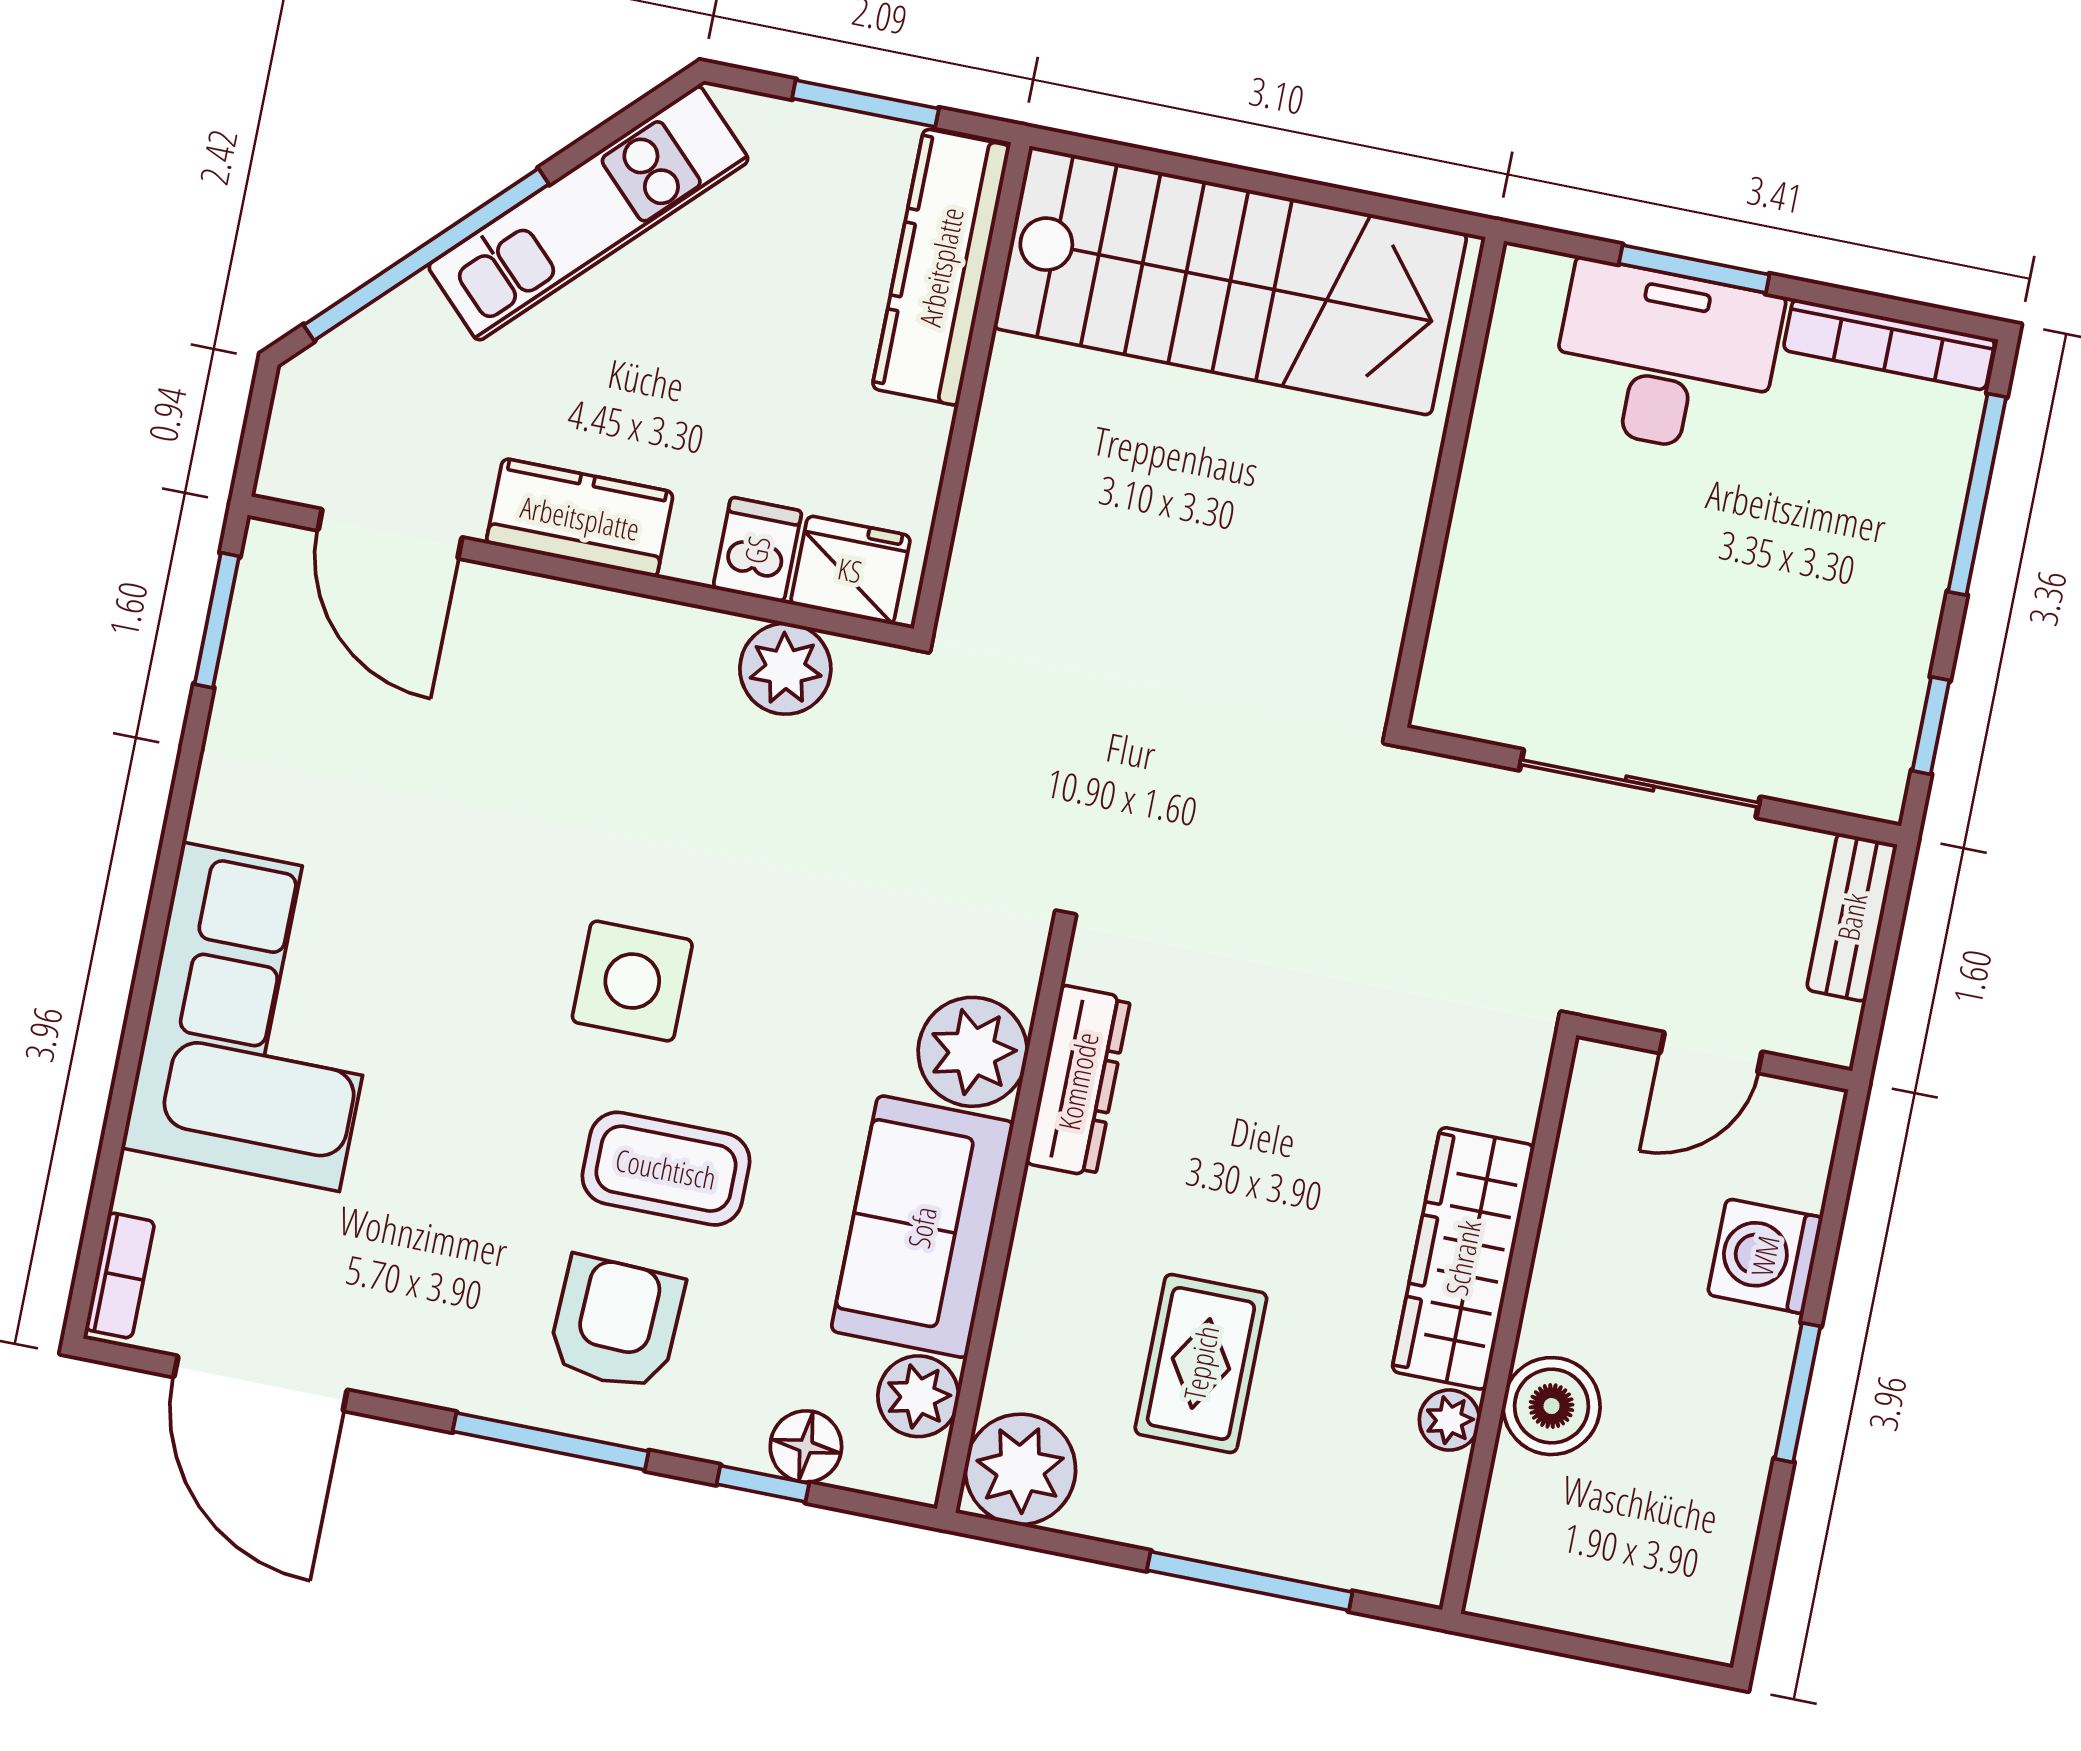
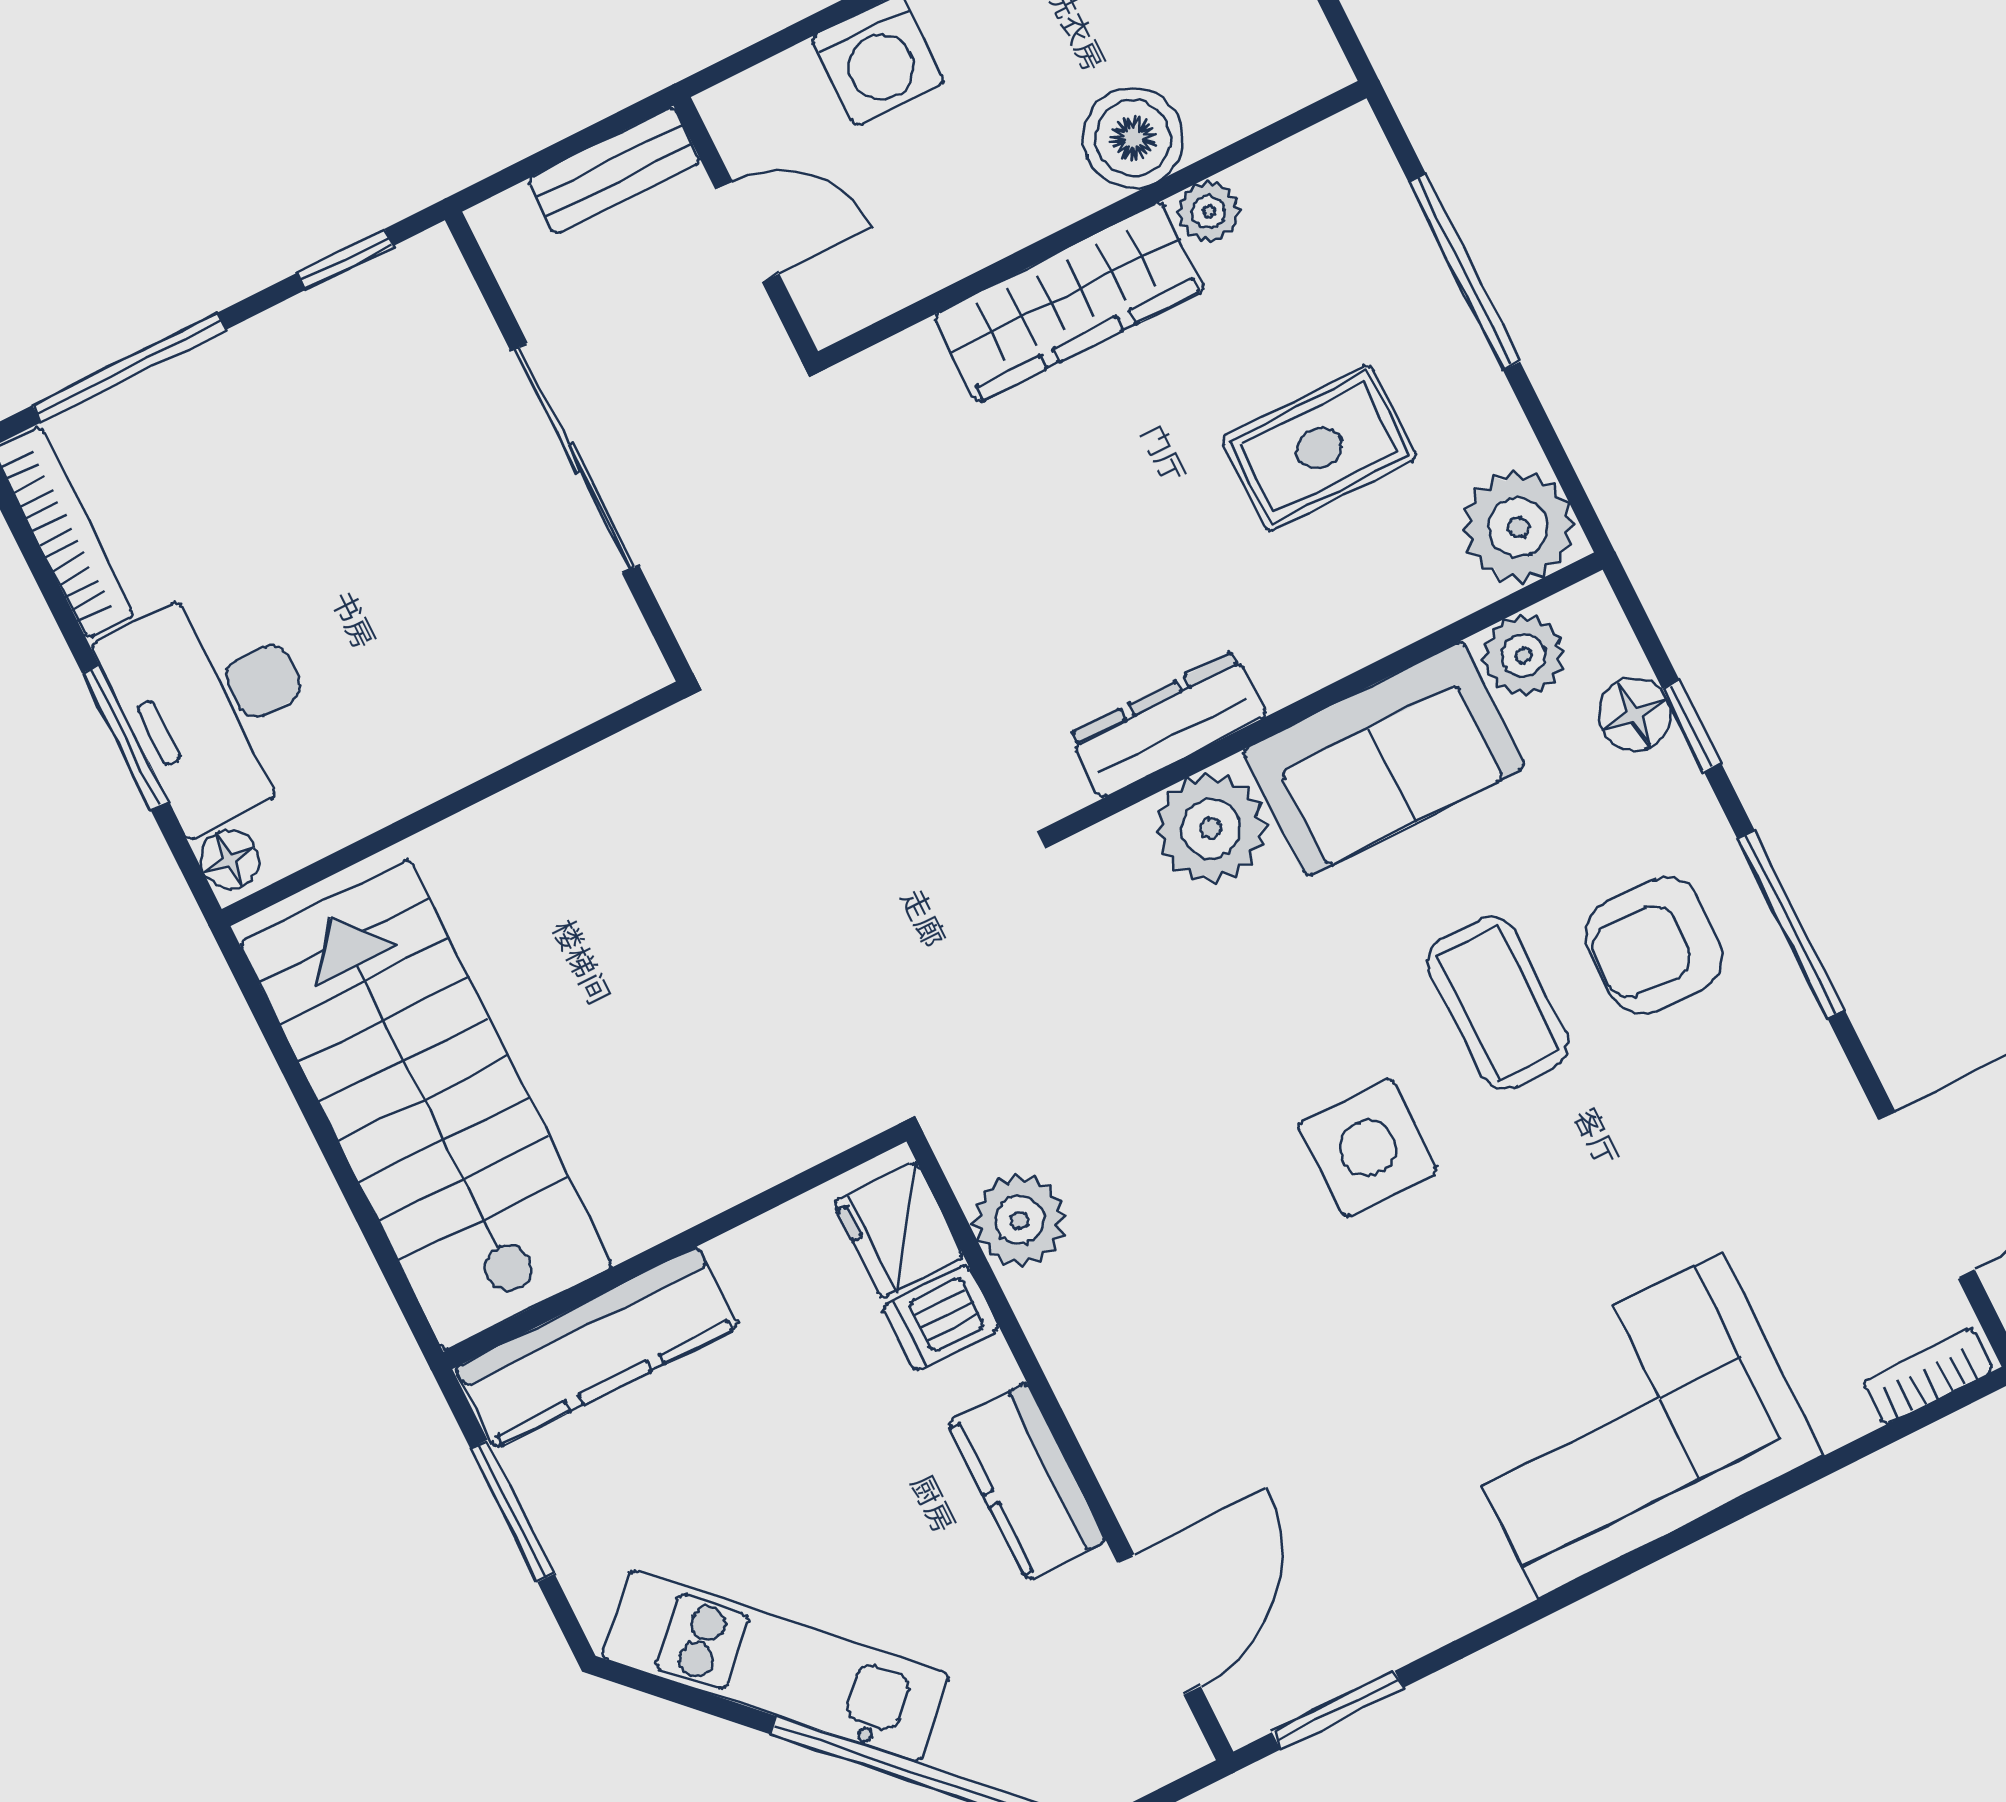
floor lamp: (1537, 276) -> (229, 860), added
bench: (1852, 917) -> (614, 170), moved

